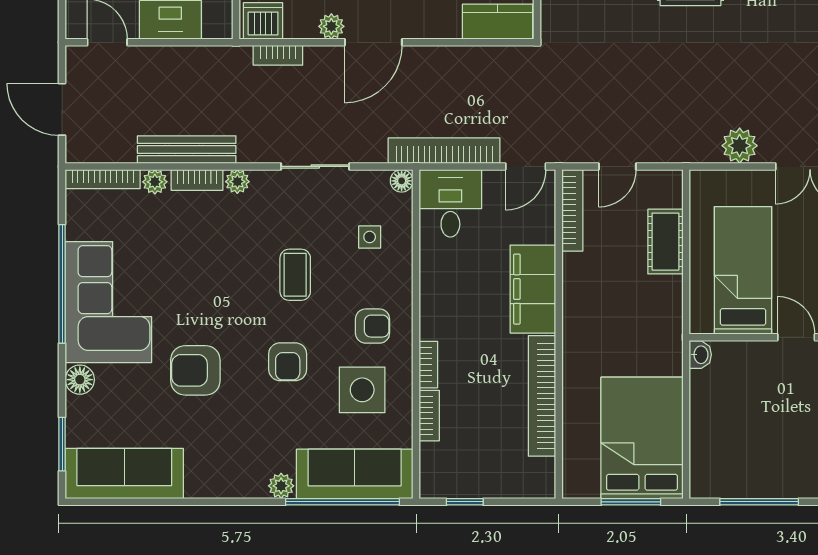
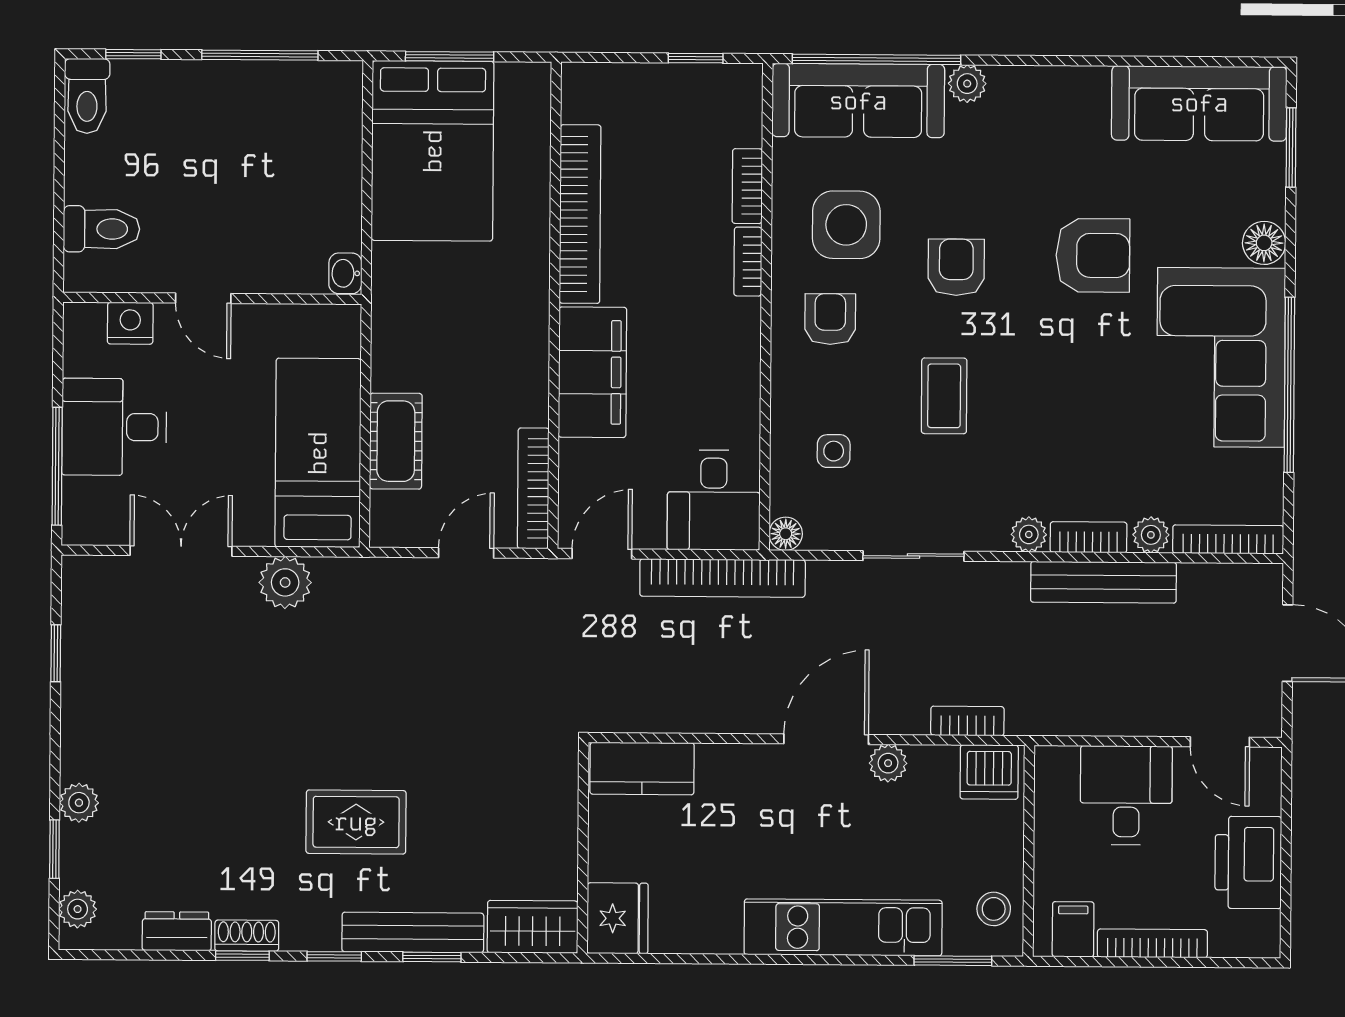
bed: (743, 270) -> (318, 453), moved, turned 180
armchair: (373, 326) -> (830, 319), turned 90

